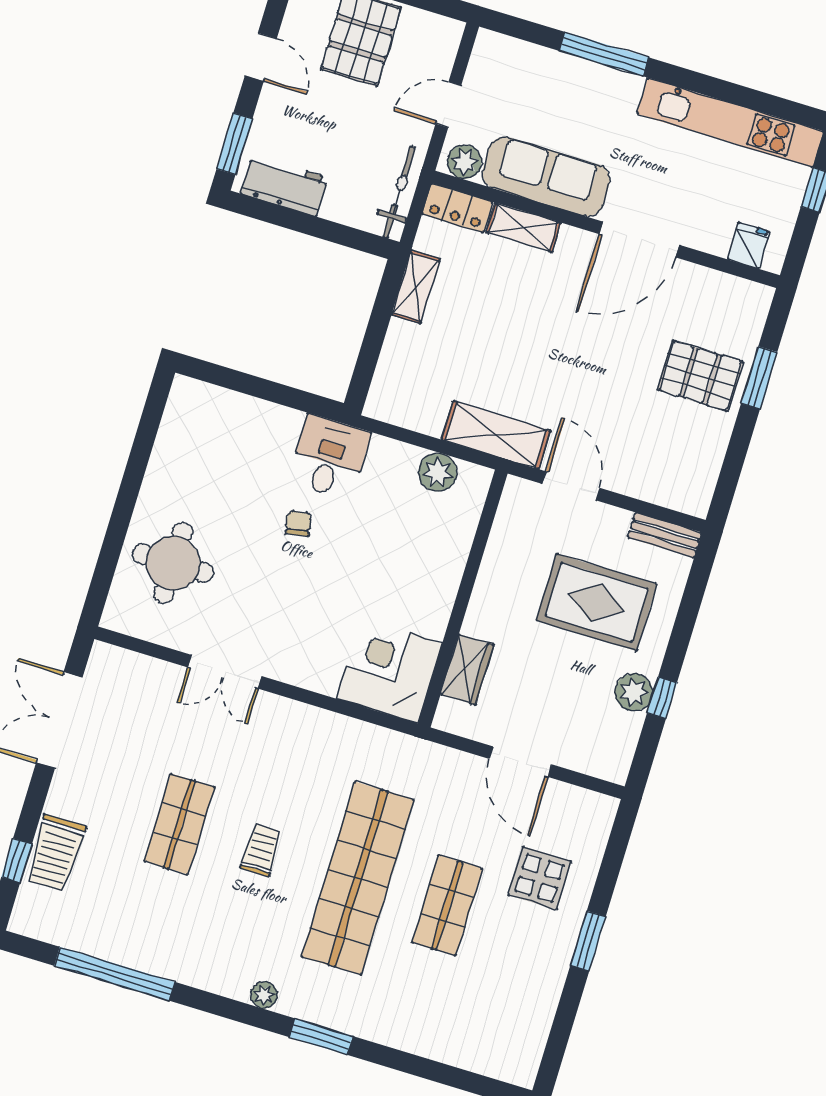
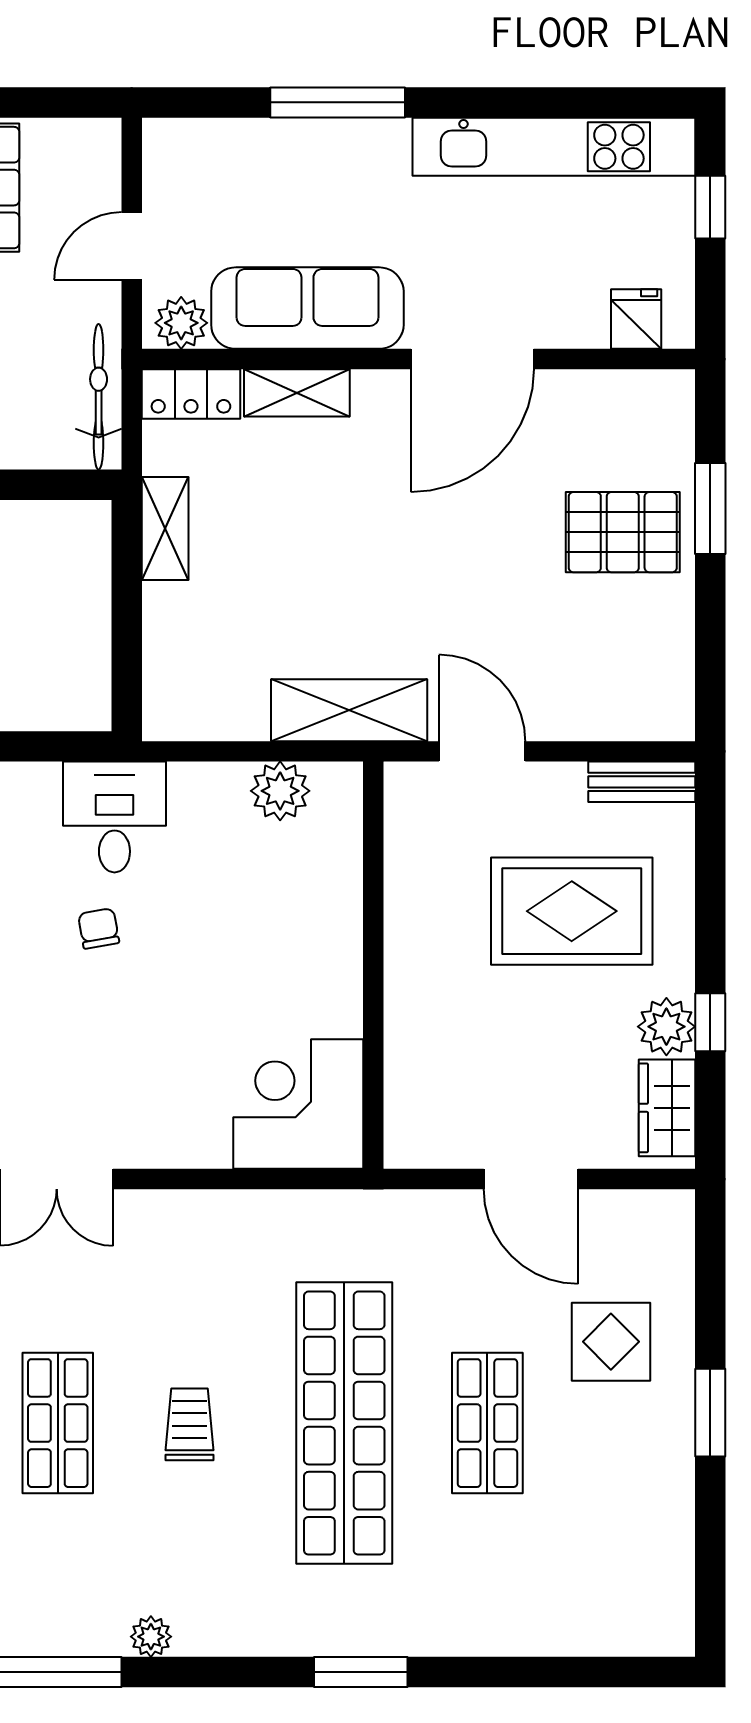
wardrobe: (467, 670) -> (667, 1108), moved, turned 180
plant: (264, 995) -> (151, 1637), moved

